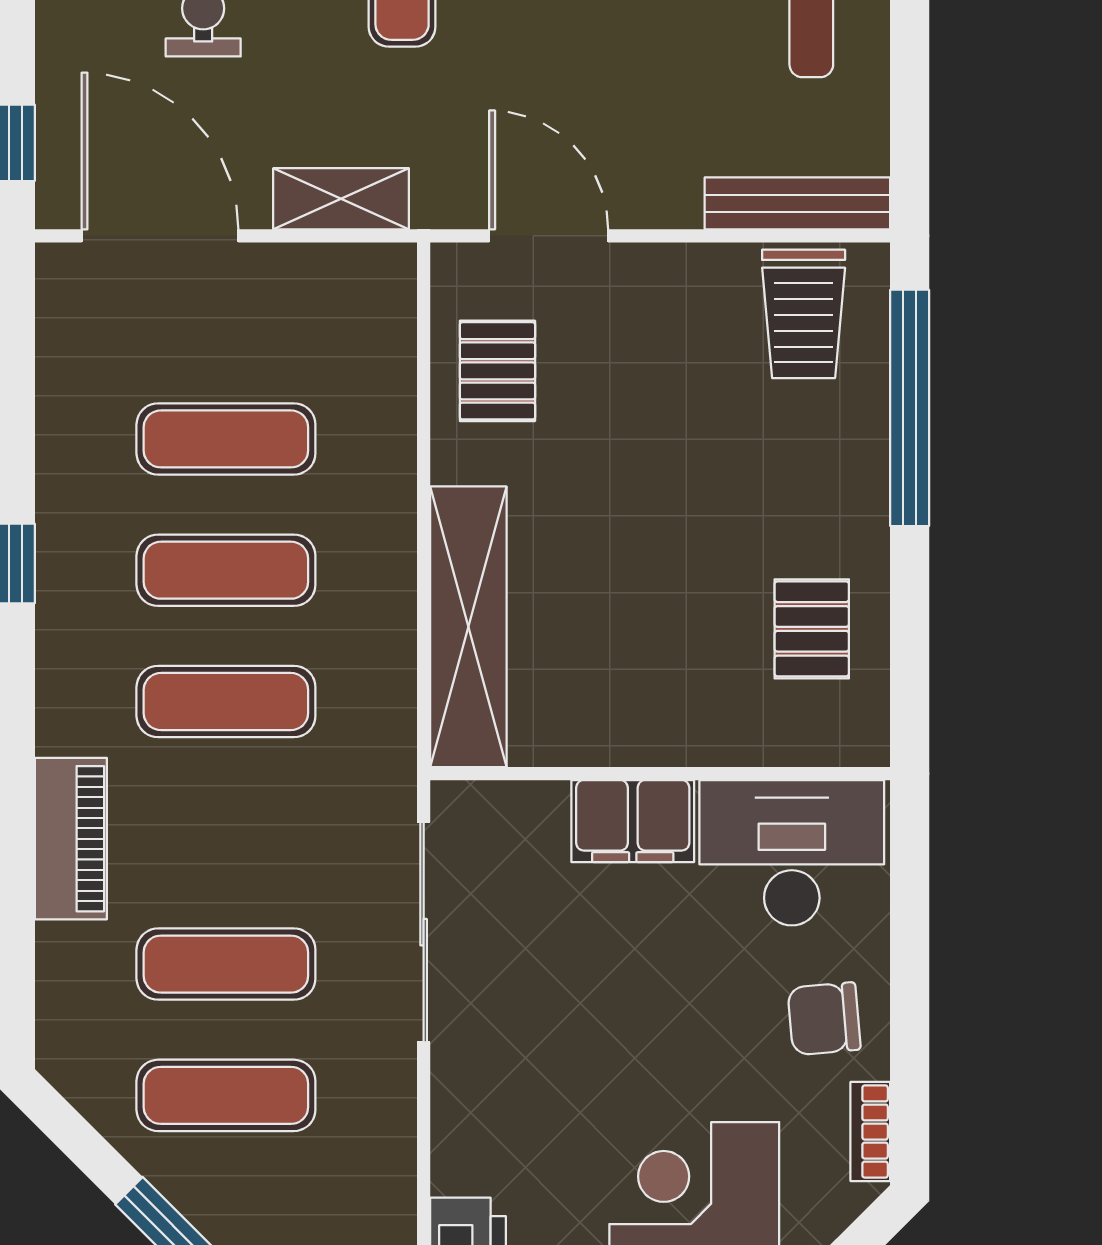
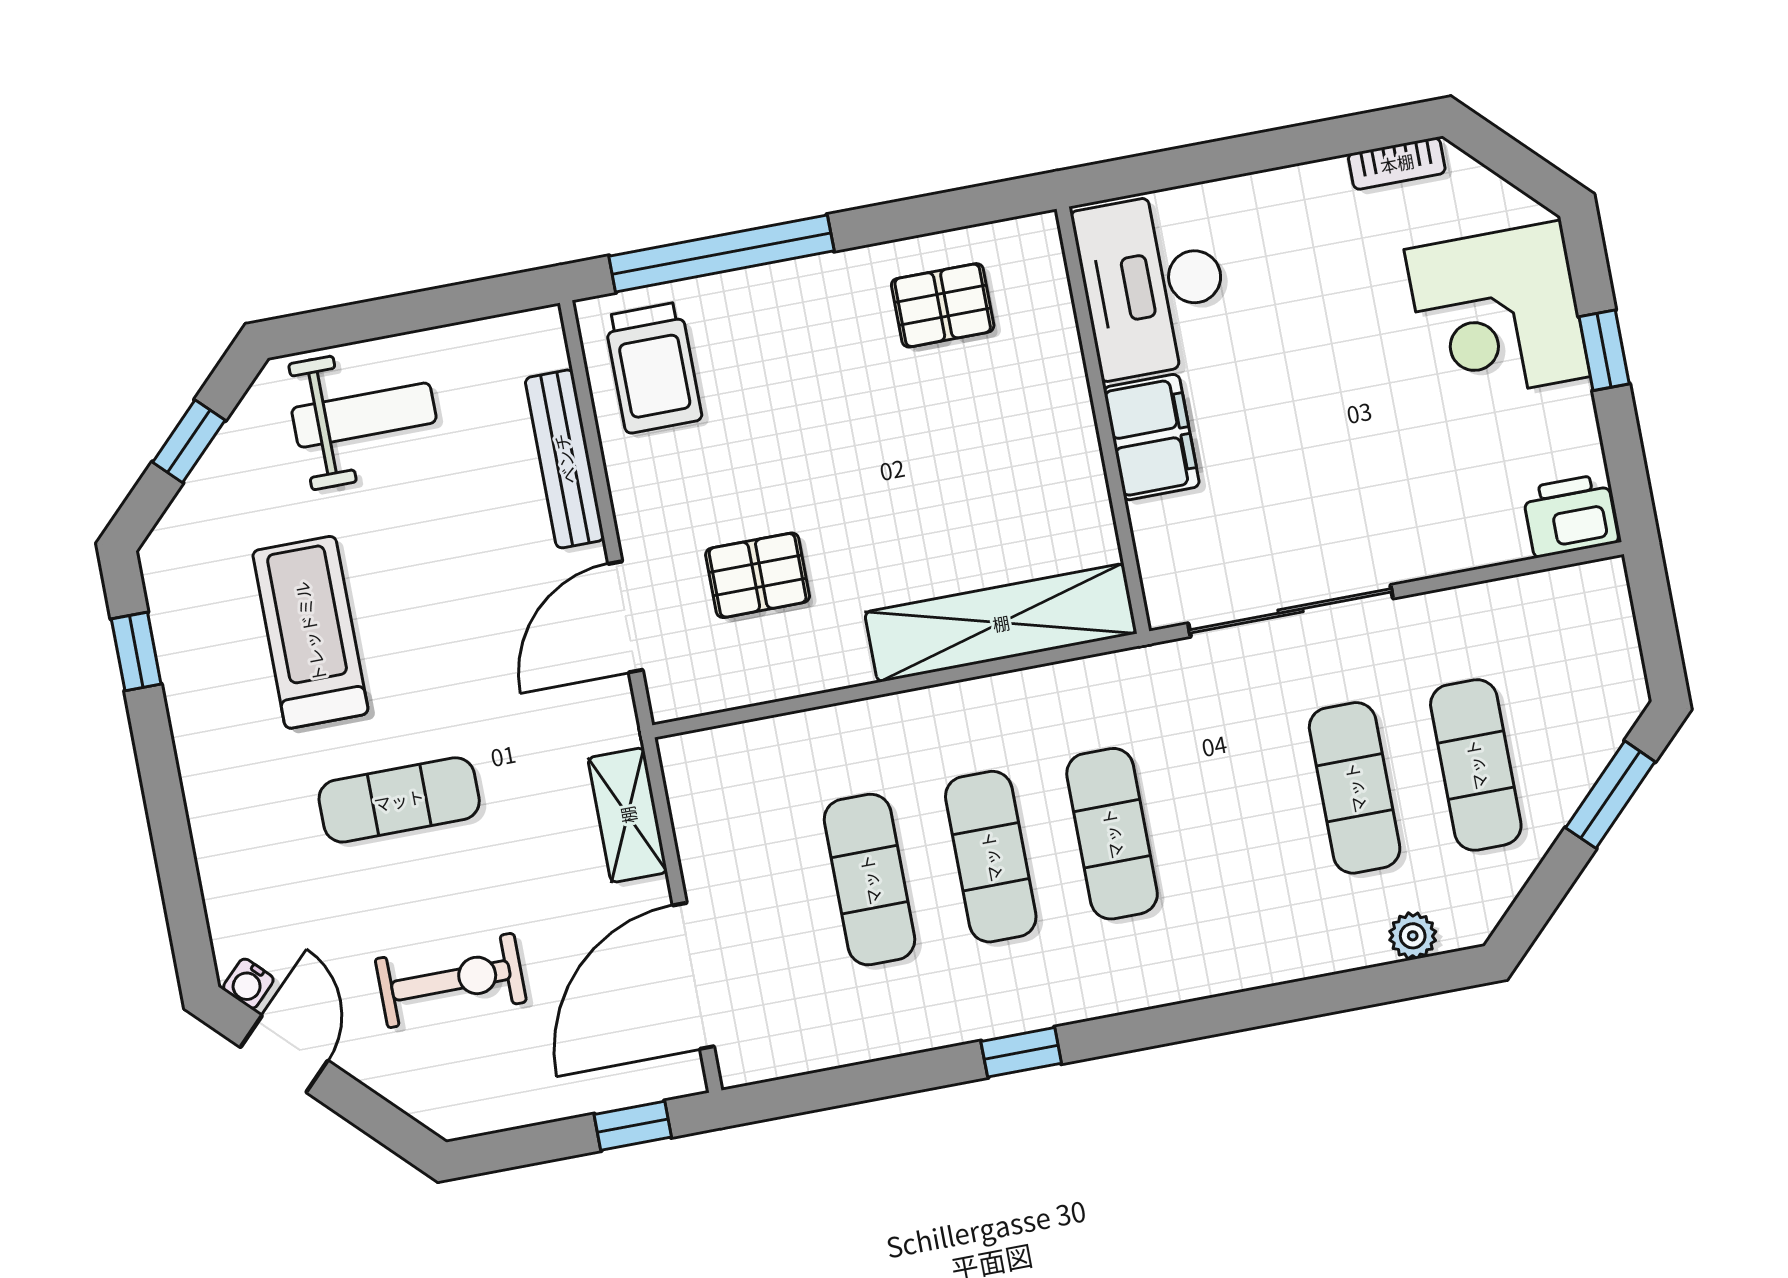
bench: (797, 203) -> (565, 459), moved
trolley: (804, 314) -> (653, 368), turned 90
pallet: (497, 371) -> (758, 575), moved
piano: (71, 839) -> (1266, 953), removed
plant: (60, 996) -> (1413, 936), added
chair: (824, 1019) -> (1301, 226), removed

